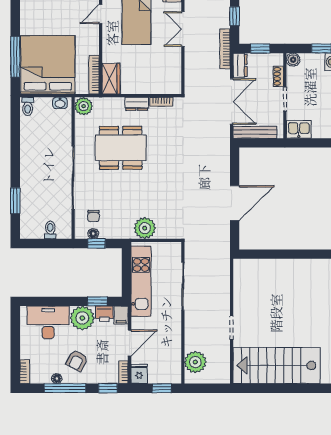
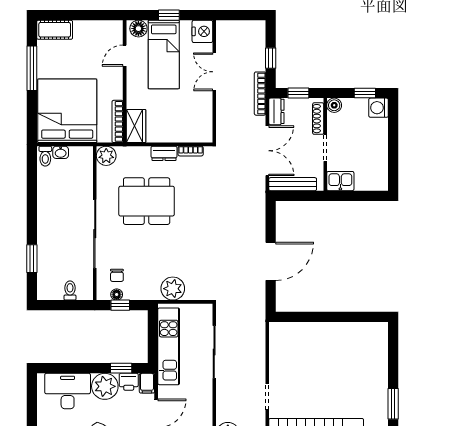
window: (15, 57) -> (32, 68), moved
shoe rack: (278, 76) -> (318, 119), width x1.43
washbasin: (60, 103) -> (61, 152), moved

